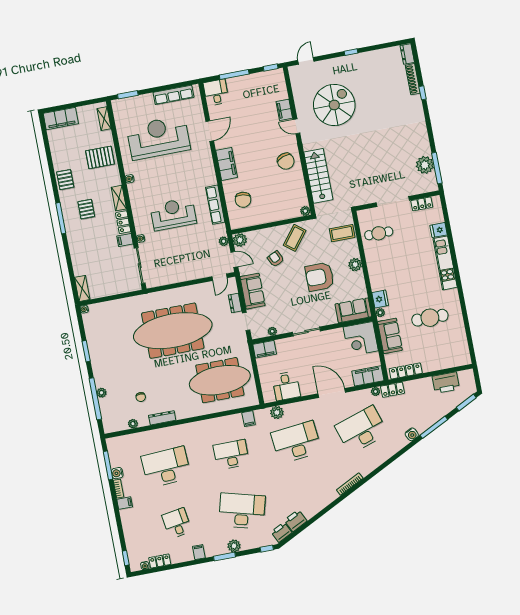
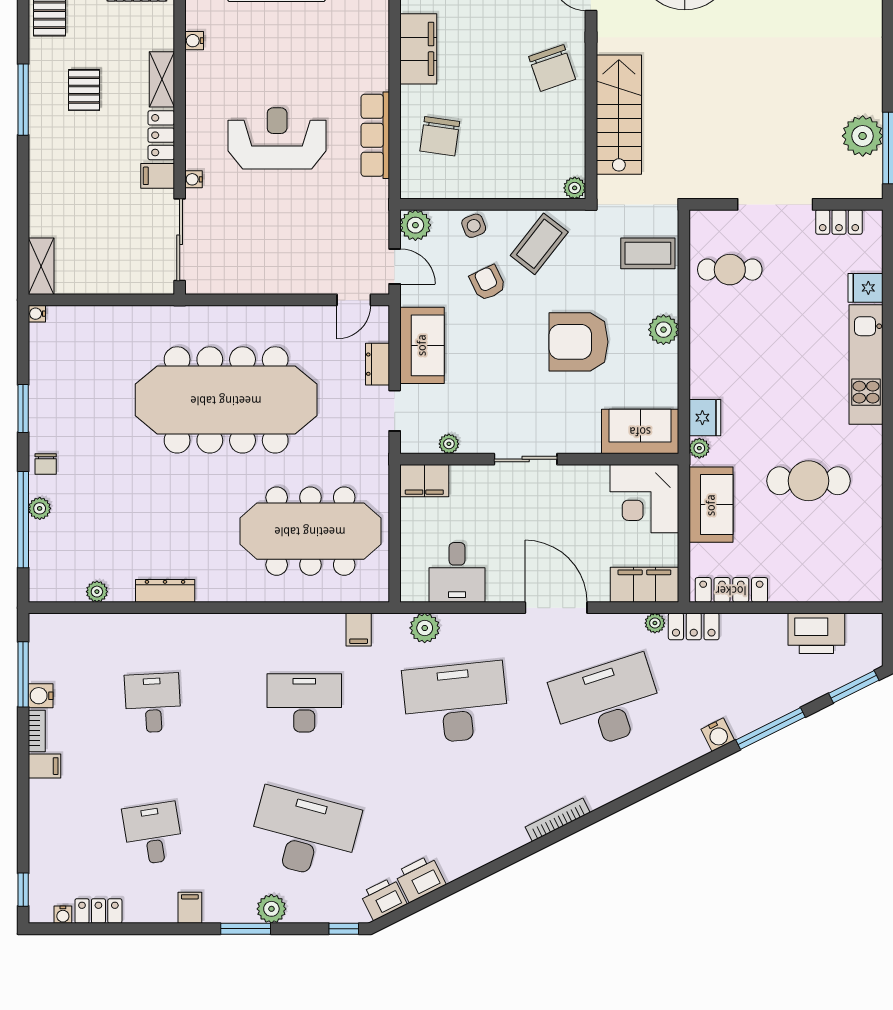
side table: (265, 235) -> (474, 226), added
plant: (224, 241) -> (378, 221), removed
chair: (141, 397) -> (46, 464), moved
desk: (166, 467) -> (153, 703), width x0.53, depth x0.77

